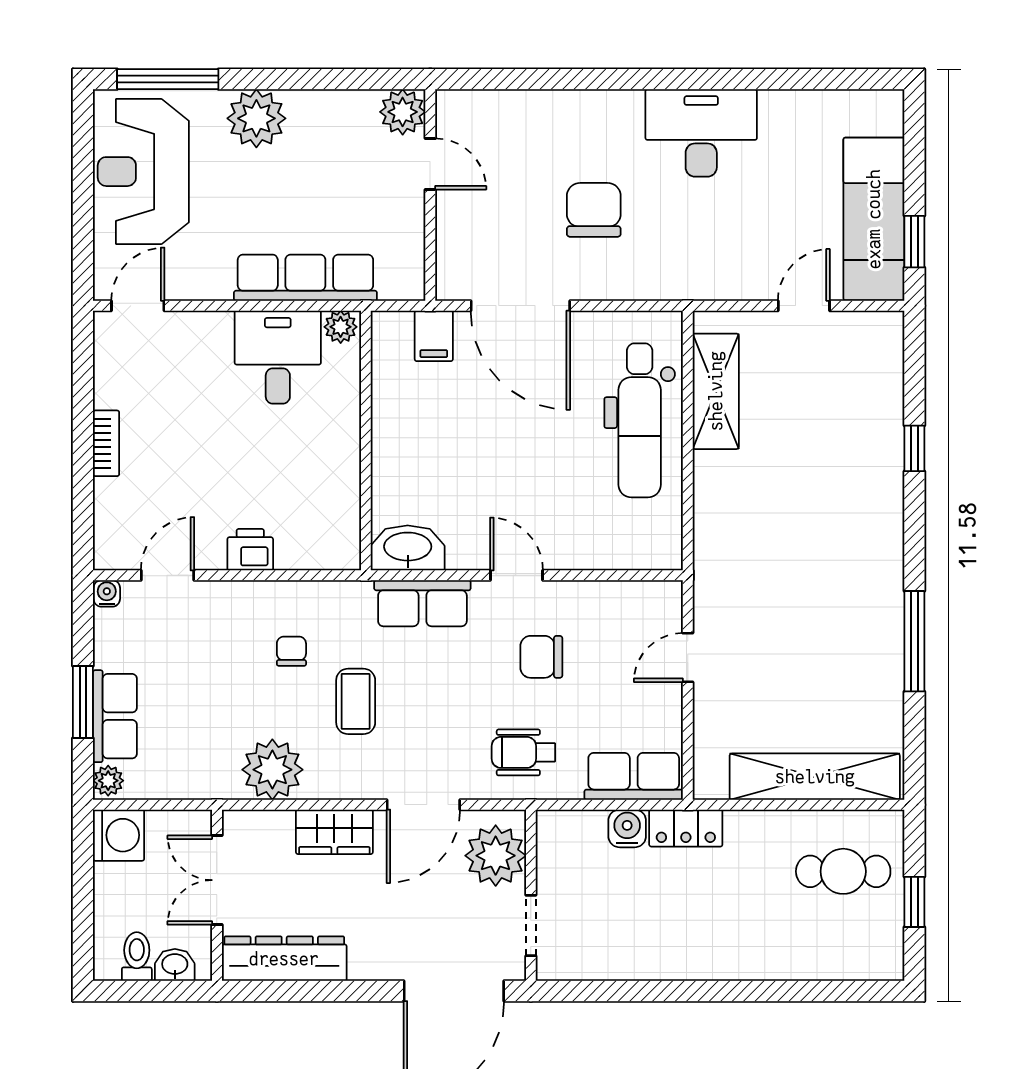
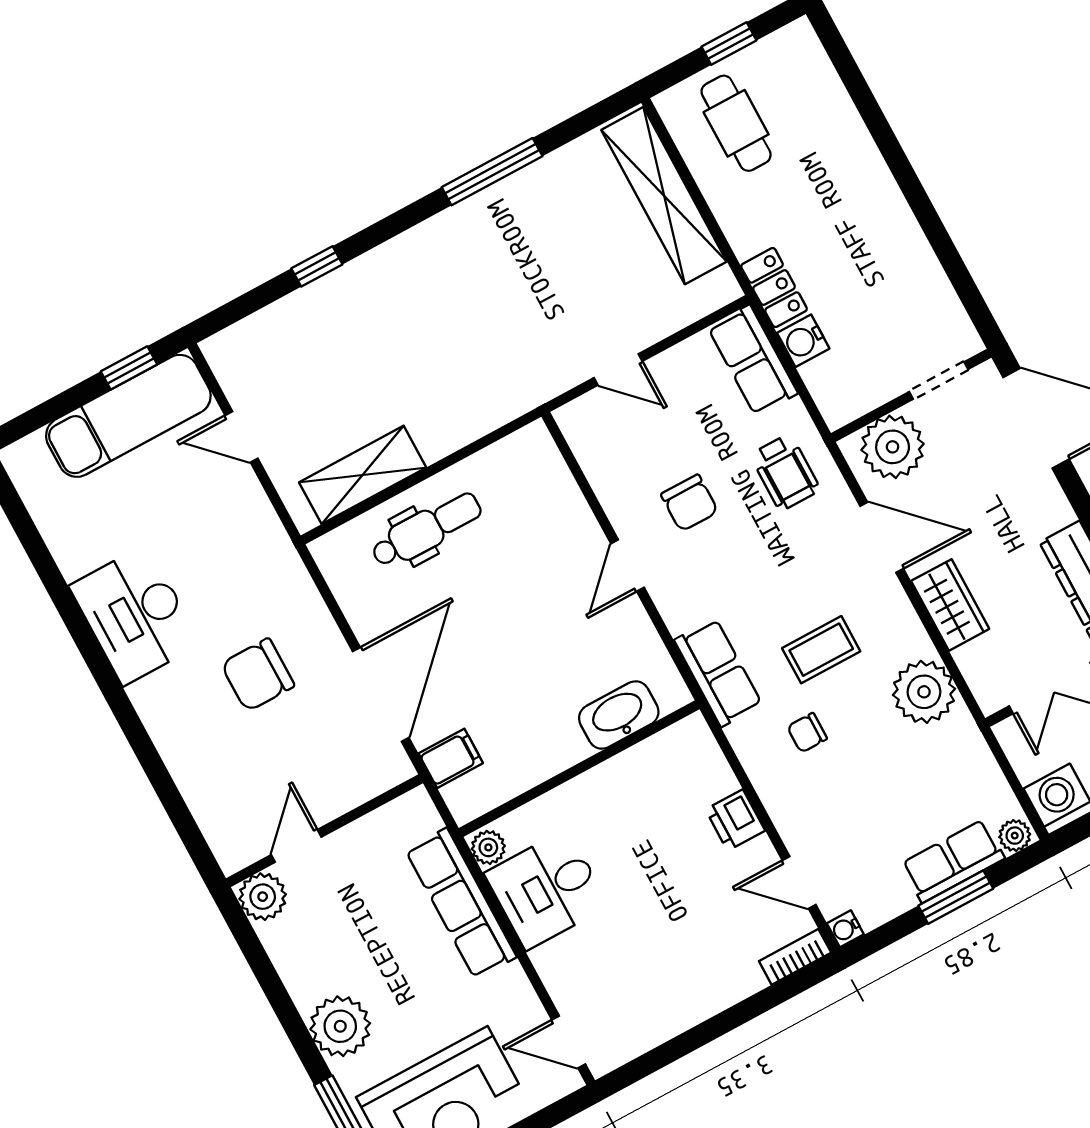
dental chair: (640, 420) -> (426, 530), width x0.73, depth x0.72
bookcase: (106, 443) -> (795, 957), moved
washbasin: (408, 548) -> (619, 715), moved, turned 90
row of seats: (422, 603) -> (718, 672), moved

